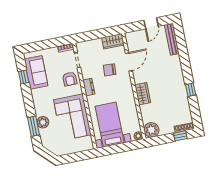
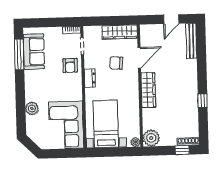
wardrobe: (113, 41) -> (120, 32), width x1.50
window: (24, 77) -> (19, 54), width x2.17
wardrobe: (143, 94) -> (148, 90), width x1.50
corner sofa: (72, 117) -> (66, 125), moved
window: (34, 126) -> (21, 111), removed

